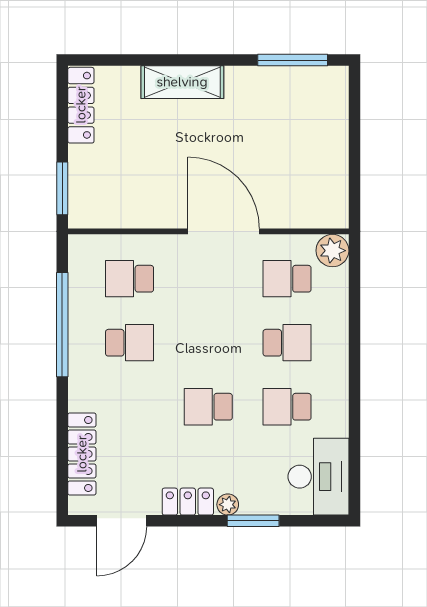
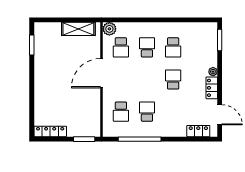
window: (293, 60) -> (32, 45), width x0.69
shelving: (182, 82) -> (78, 29), moved, turned 90
school desk: (208, 407) -> (173, 79), turned 180
locker: (82, 454) -> (198, 131), width x0.66
desk: (318, 477) -> (202, 35), removed
window: (253, 521) -> (220, 40), moved

